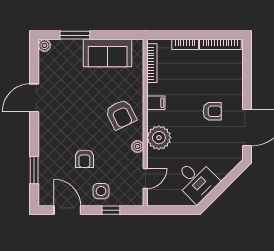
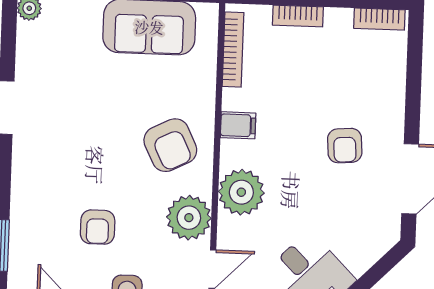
bookcase: (220, 44) -> (379, 19), width x0.64
armchair: (212, 111) -> (345, 146), turned 86
plant: (137, 146) -> (189, 218), width x1.88, depth x1.88

